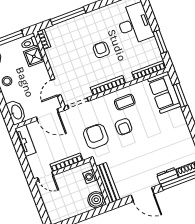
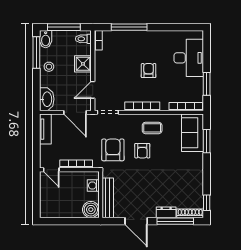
shower: (34, 56) -> (83, 64), moved

